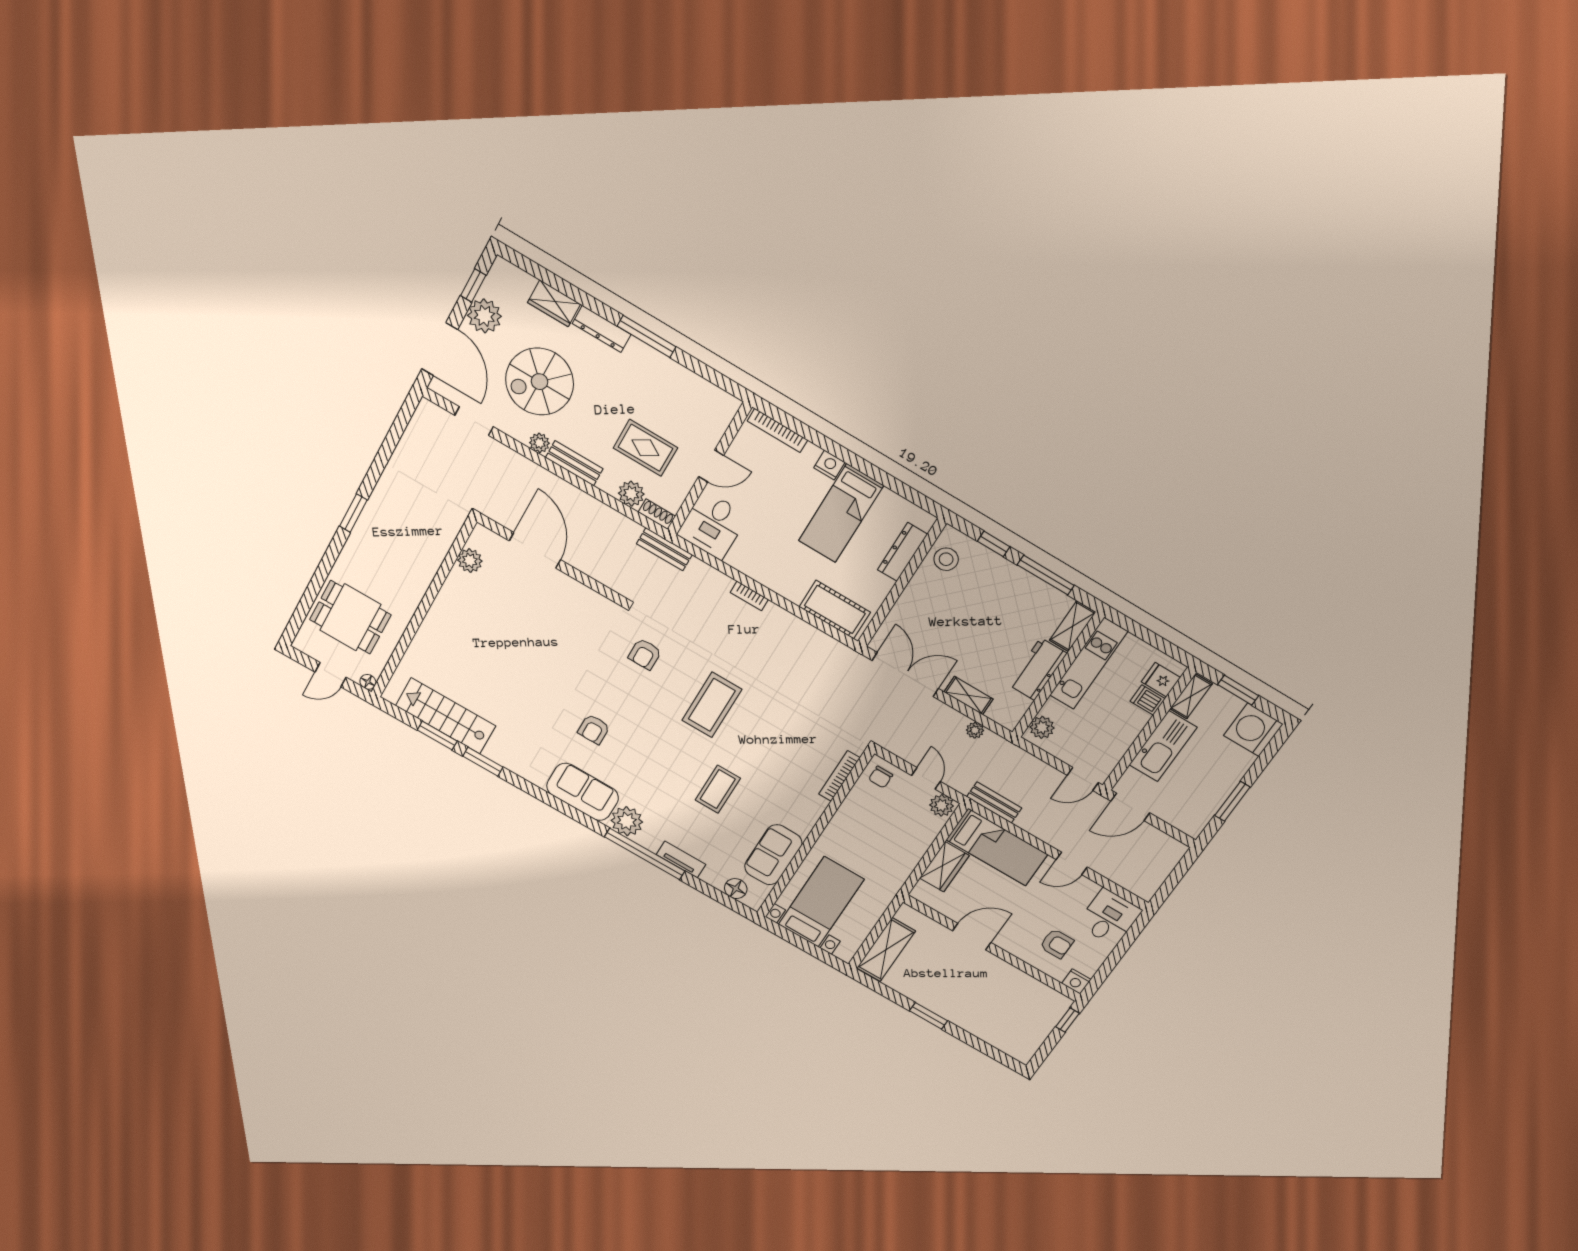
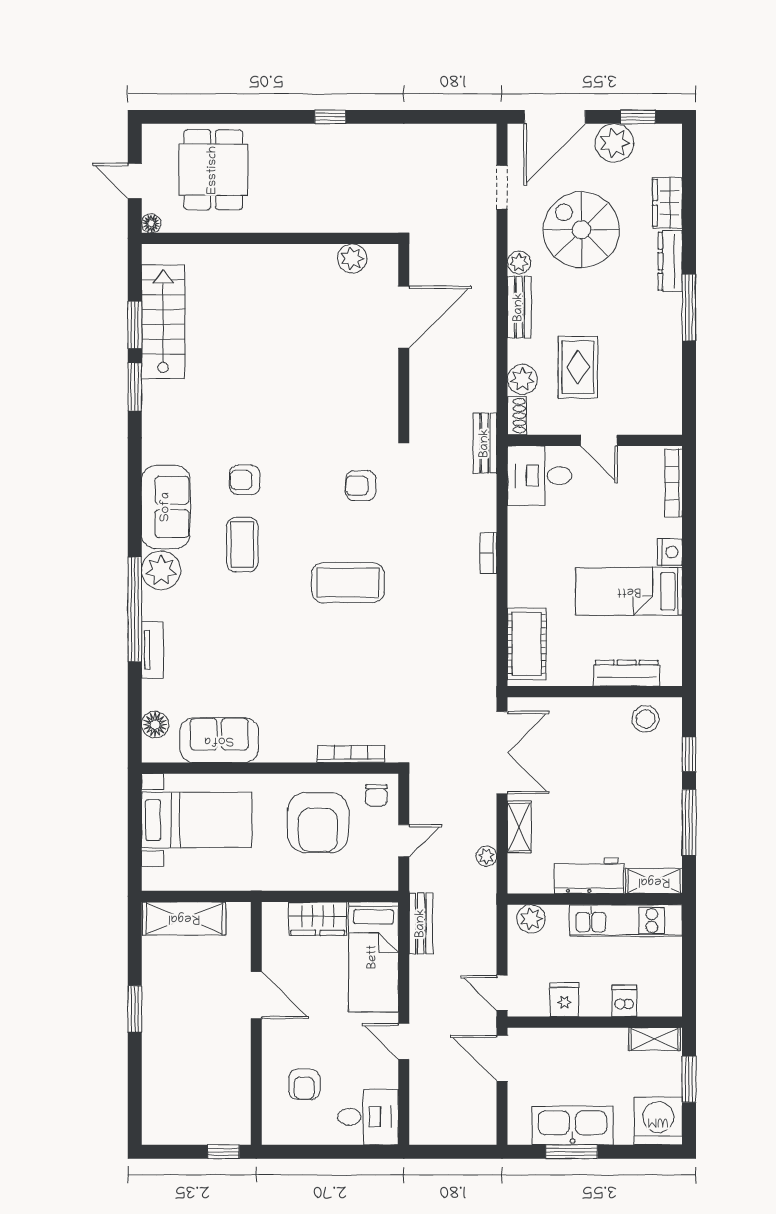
window: (353, 513) -> (330, 117), width x0.67
fridge: (1161, 680) -> (564, 1000), moved
kitchen sink: (1163, 746) -> (572, 1125), moved, turned 180
chair: (881, 777) -> (376, 795), turned -90
coffee table: (718, 789) -> (242, 545), moved, turned 90
plant: (942, 805) -> (384, 874), removed
armchair: (875, 826) -> (318, 823), added
nightstand: (1076, 982) -> (274, 1132), removed

